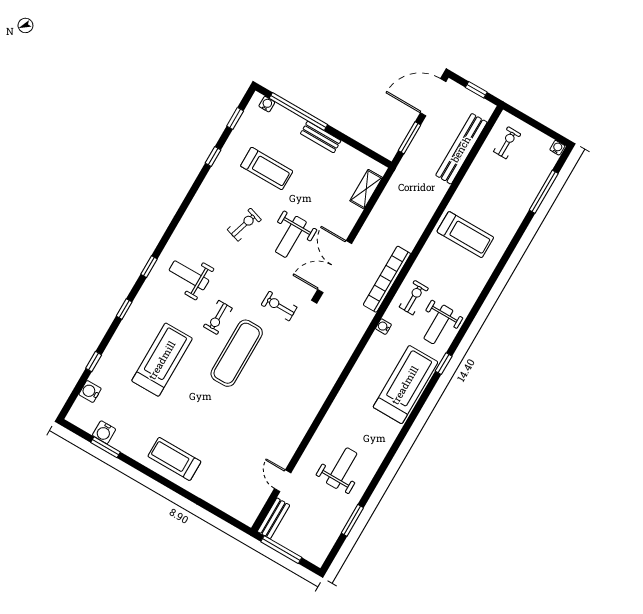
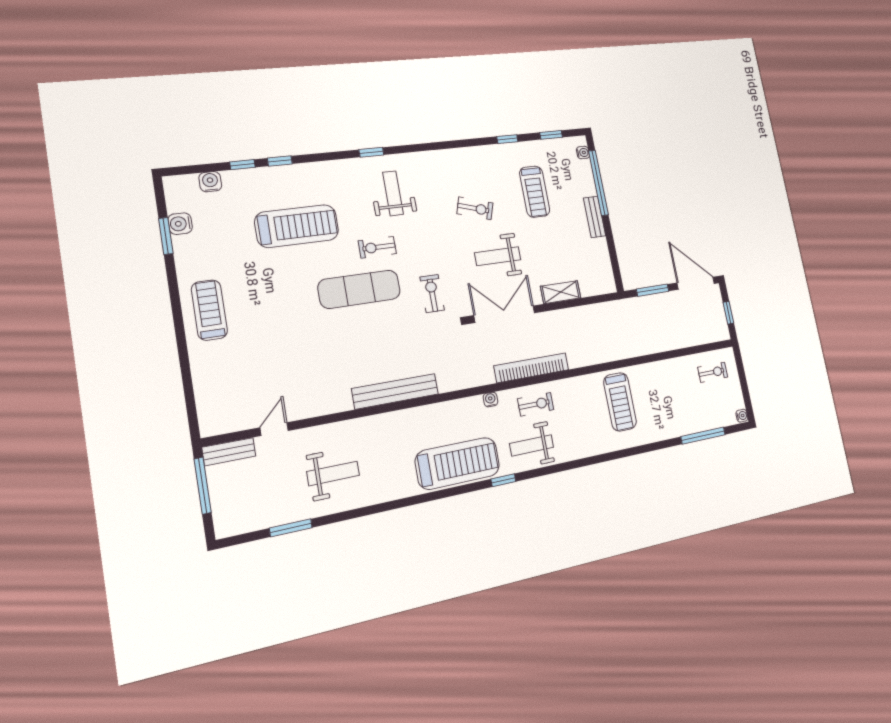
bench: (461, 149) -> (395, 391), moved
shelving: (366, 189) -> (561, 292), moved
window: (124, 309) -> (280, 161), moved

